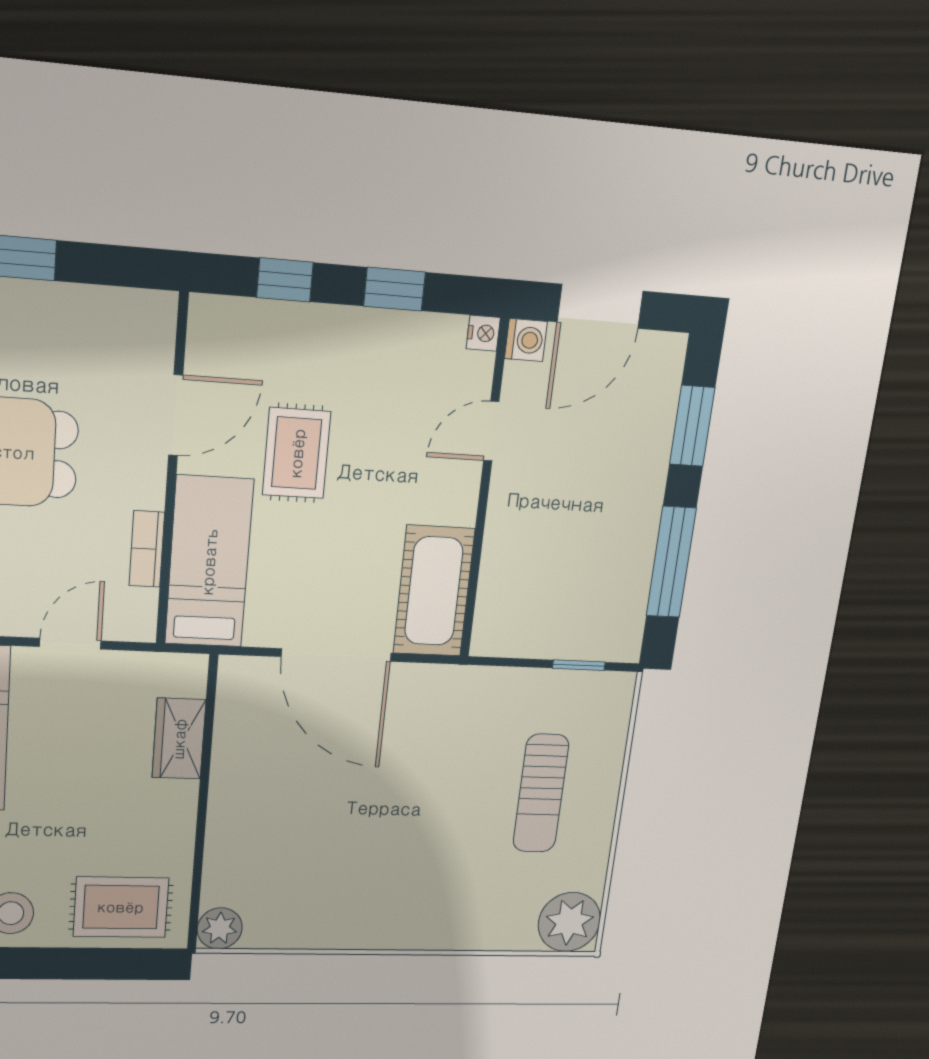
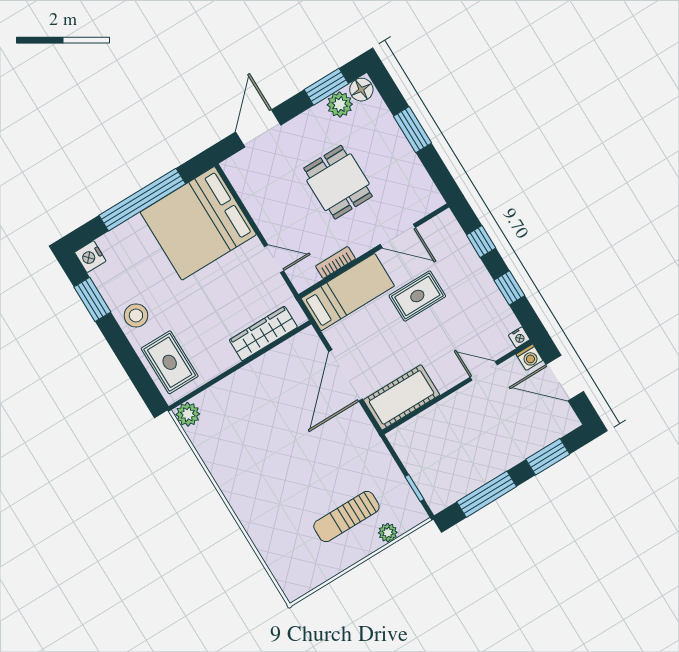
wardrobe: (179, 739) -> (263, 334), width x1.50
plant: (569, 922) -> (388, 533), moved, width x0.53, depth x0.53

